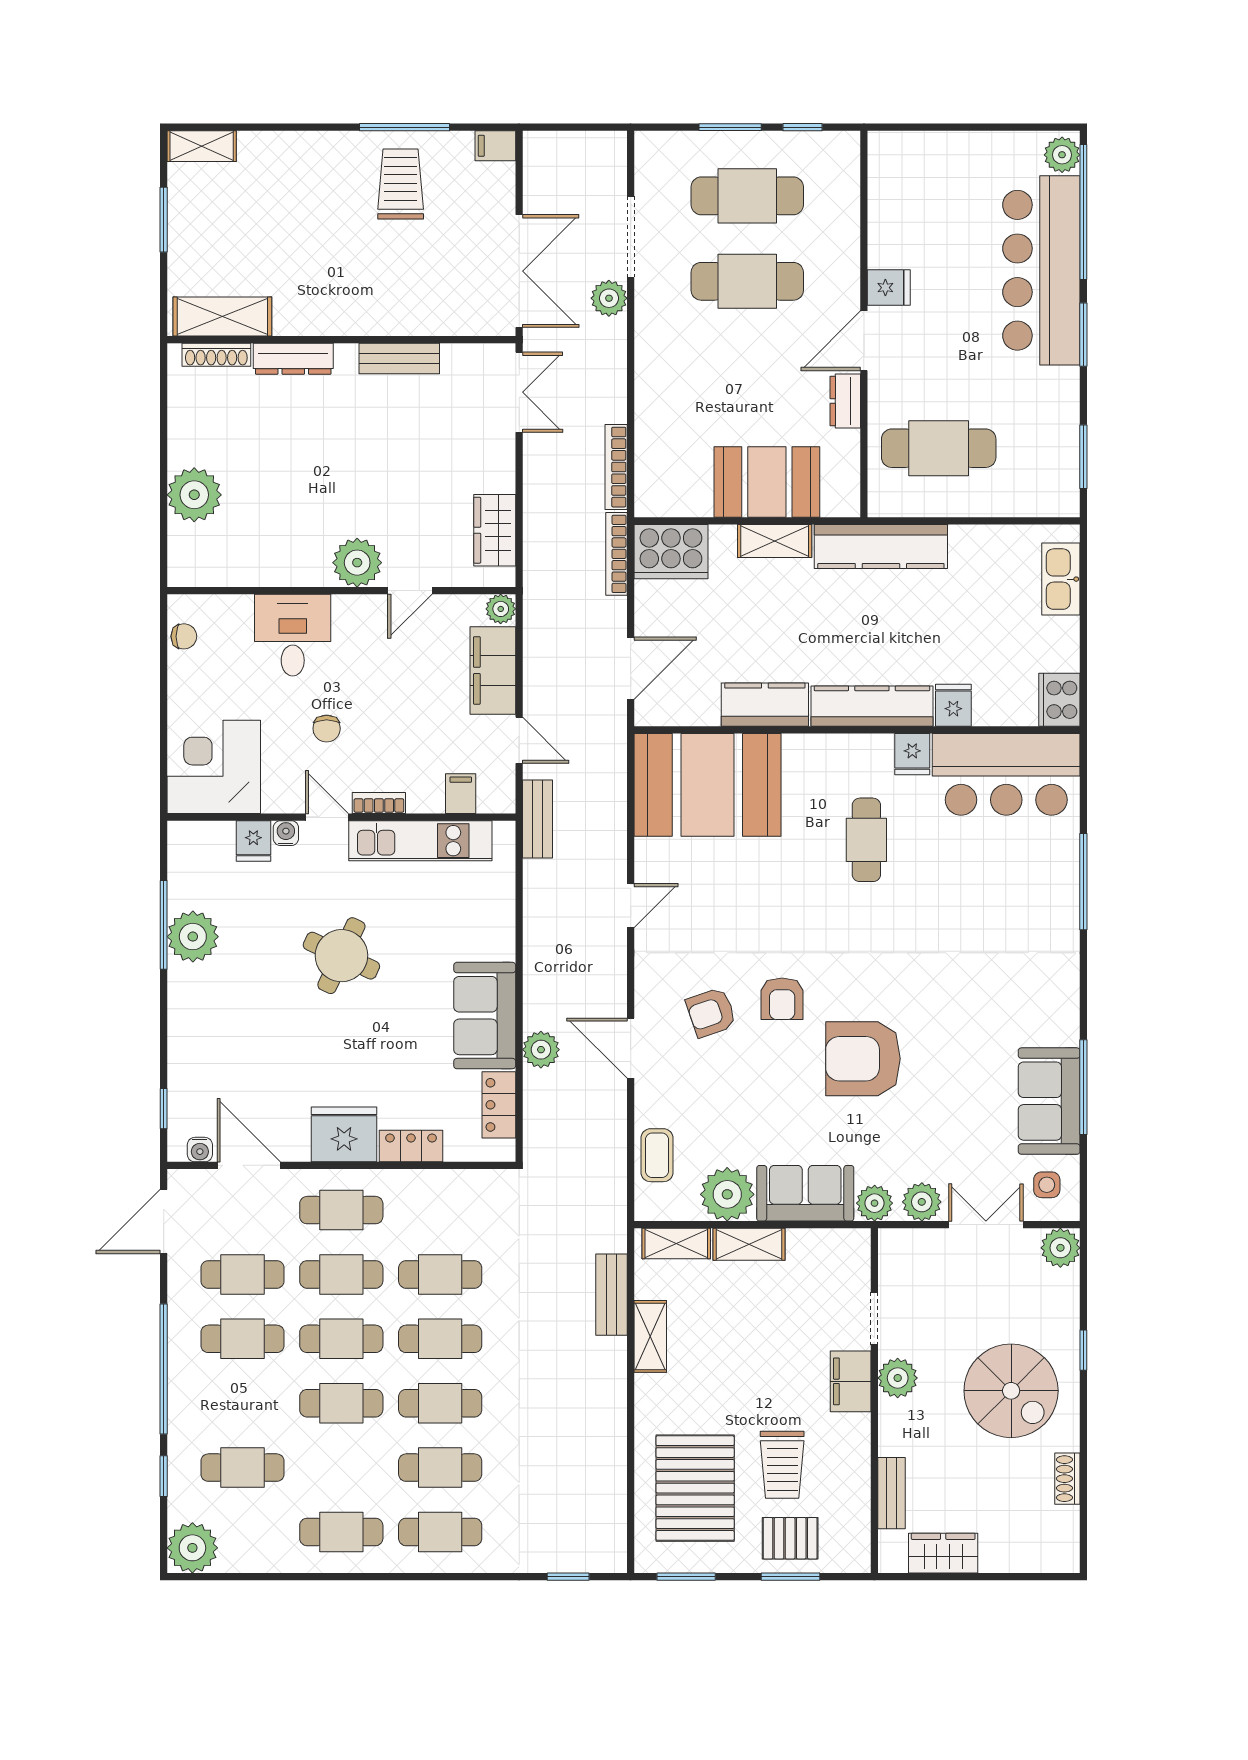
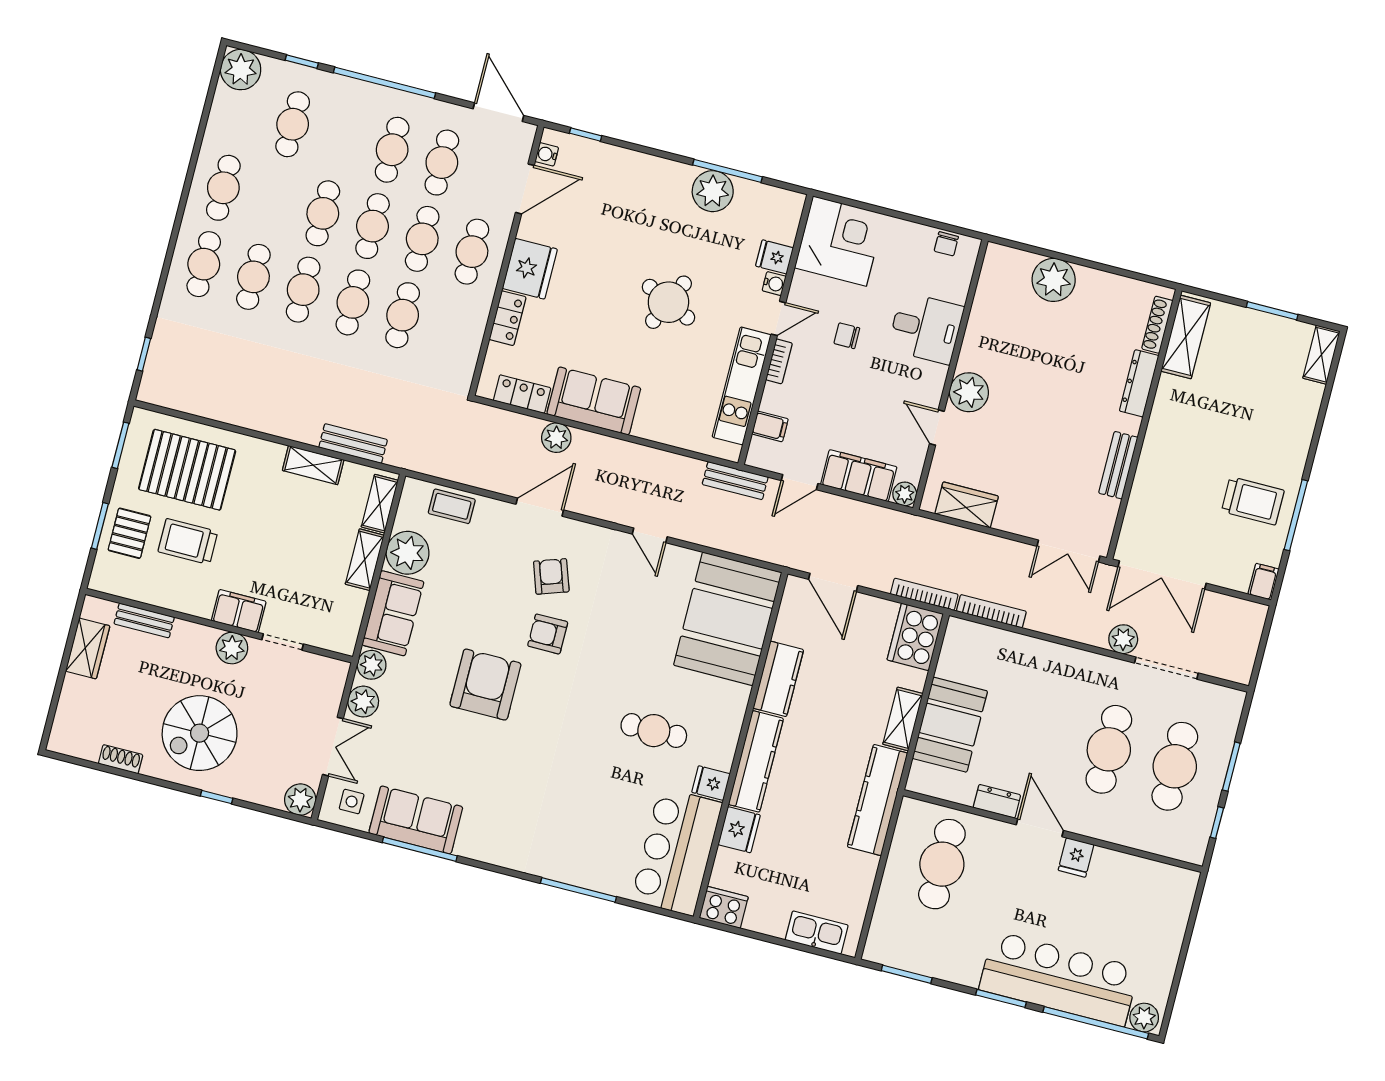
fridge: (953, 705) -> (739, 830), width x1.38

